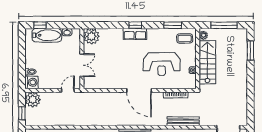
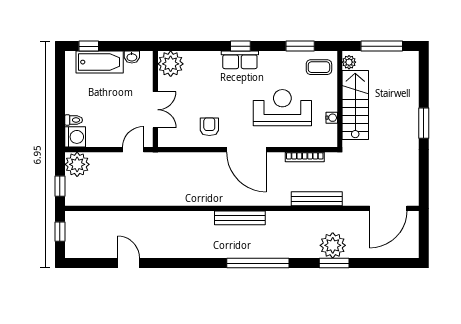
window: (250, 51) -> (424, 123), moved
reception desk: (162, 64) -> (282, 108), turned 180
armchair: (116, 76) -> (209, 127), added

